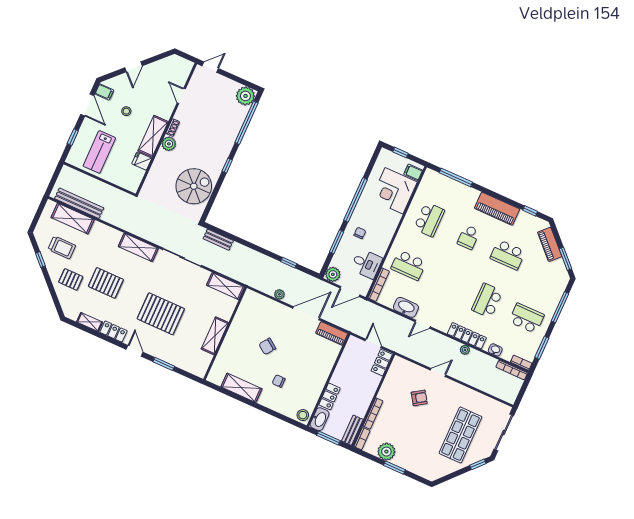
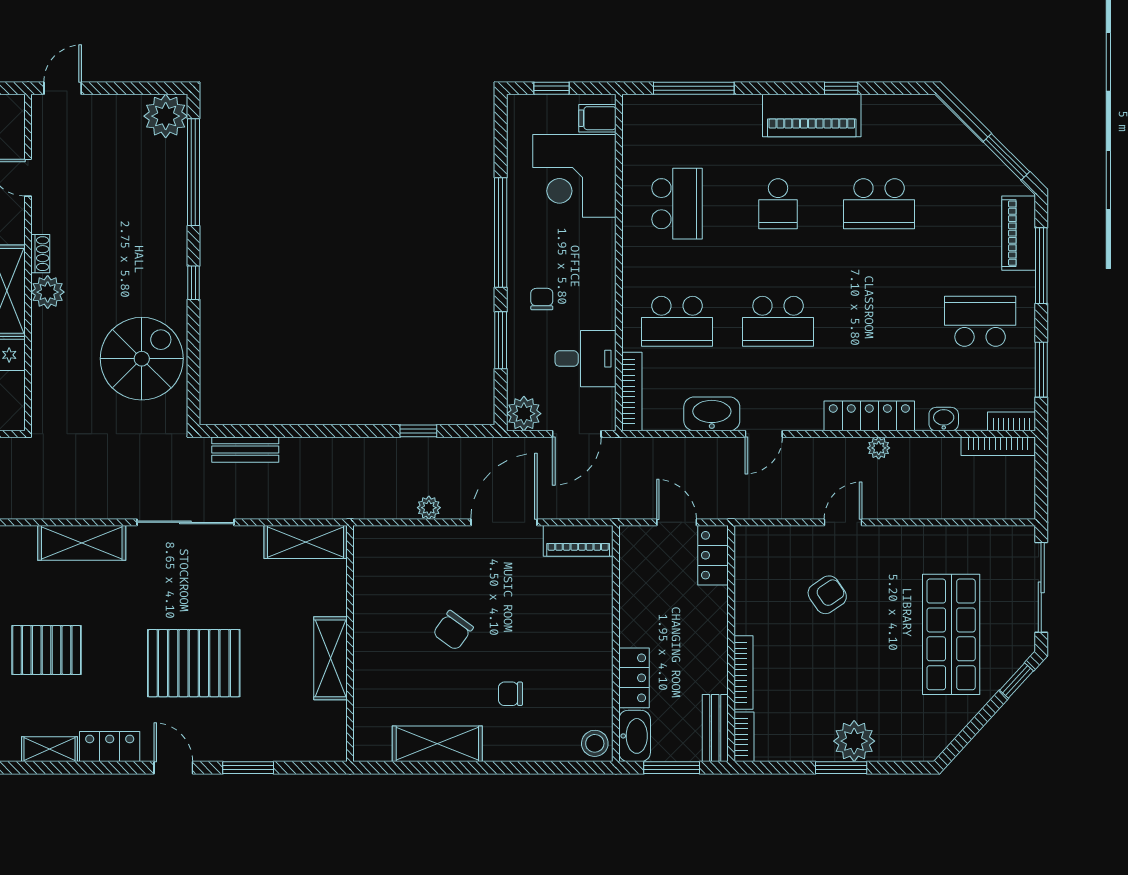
window: (530, 211) -> (841, 88), moved
piano: (550, 244) -> (1019, 233), moved, turned 45
school desk: (487, 301) -> (778, 321), moved, turned -90
plant: (386, 452) -> (854, 741), moved

